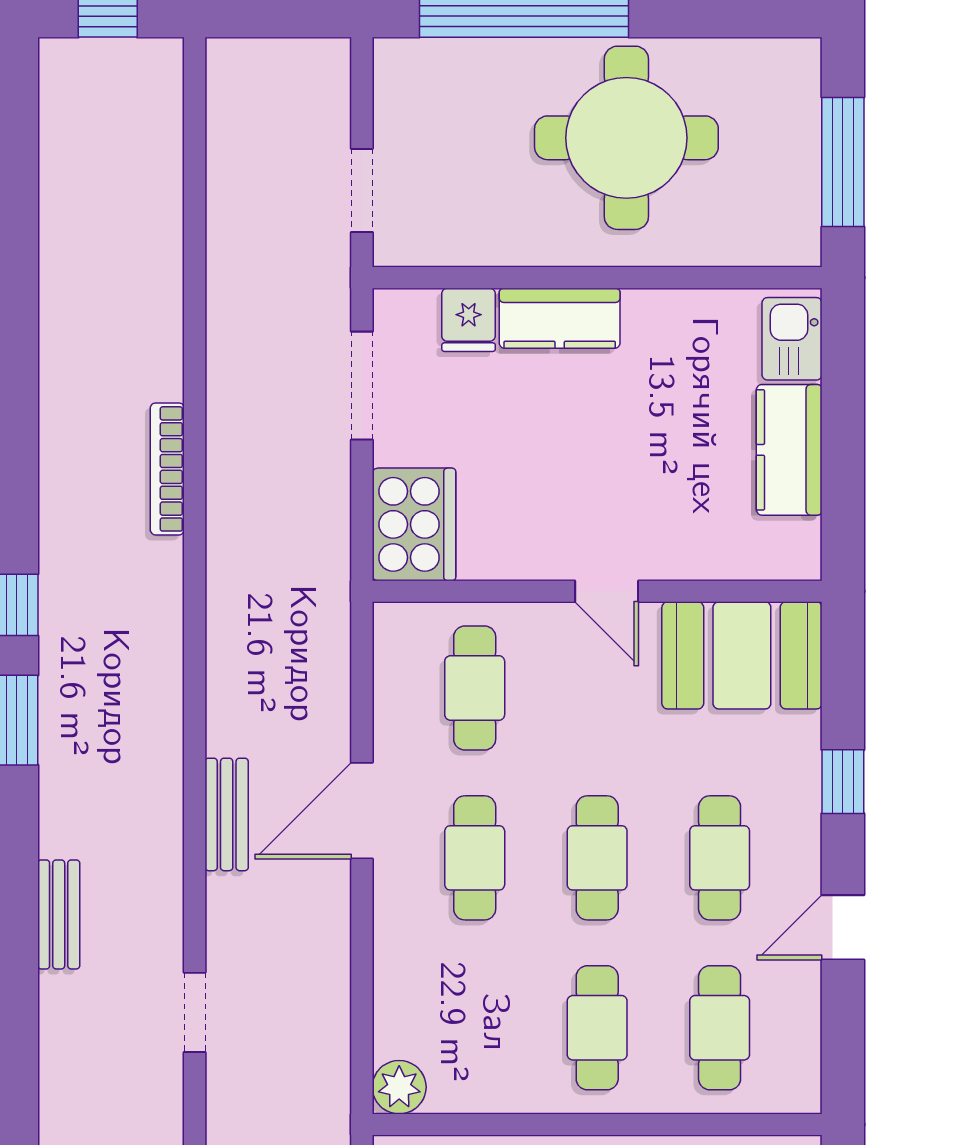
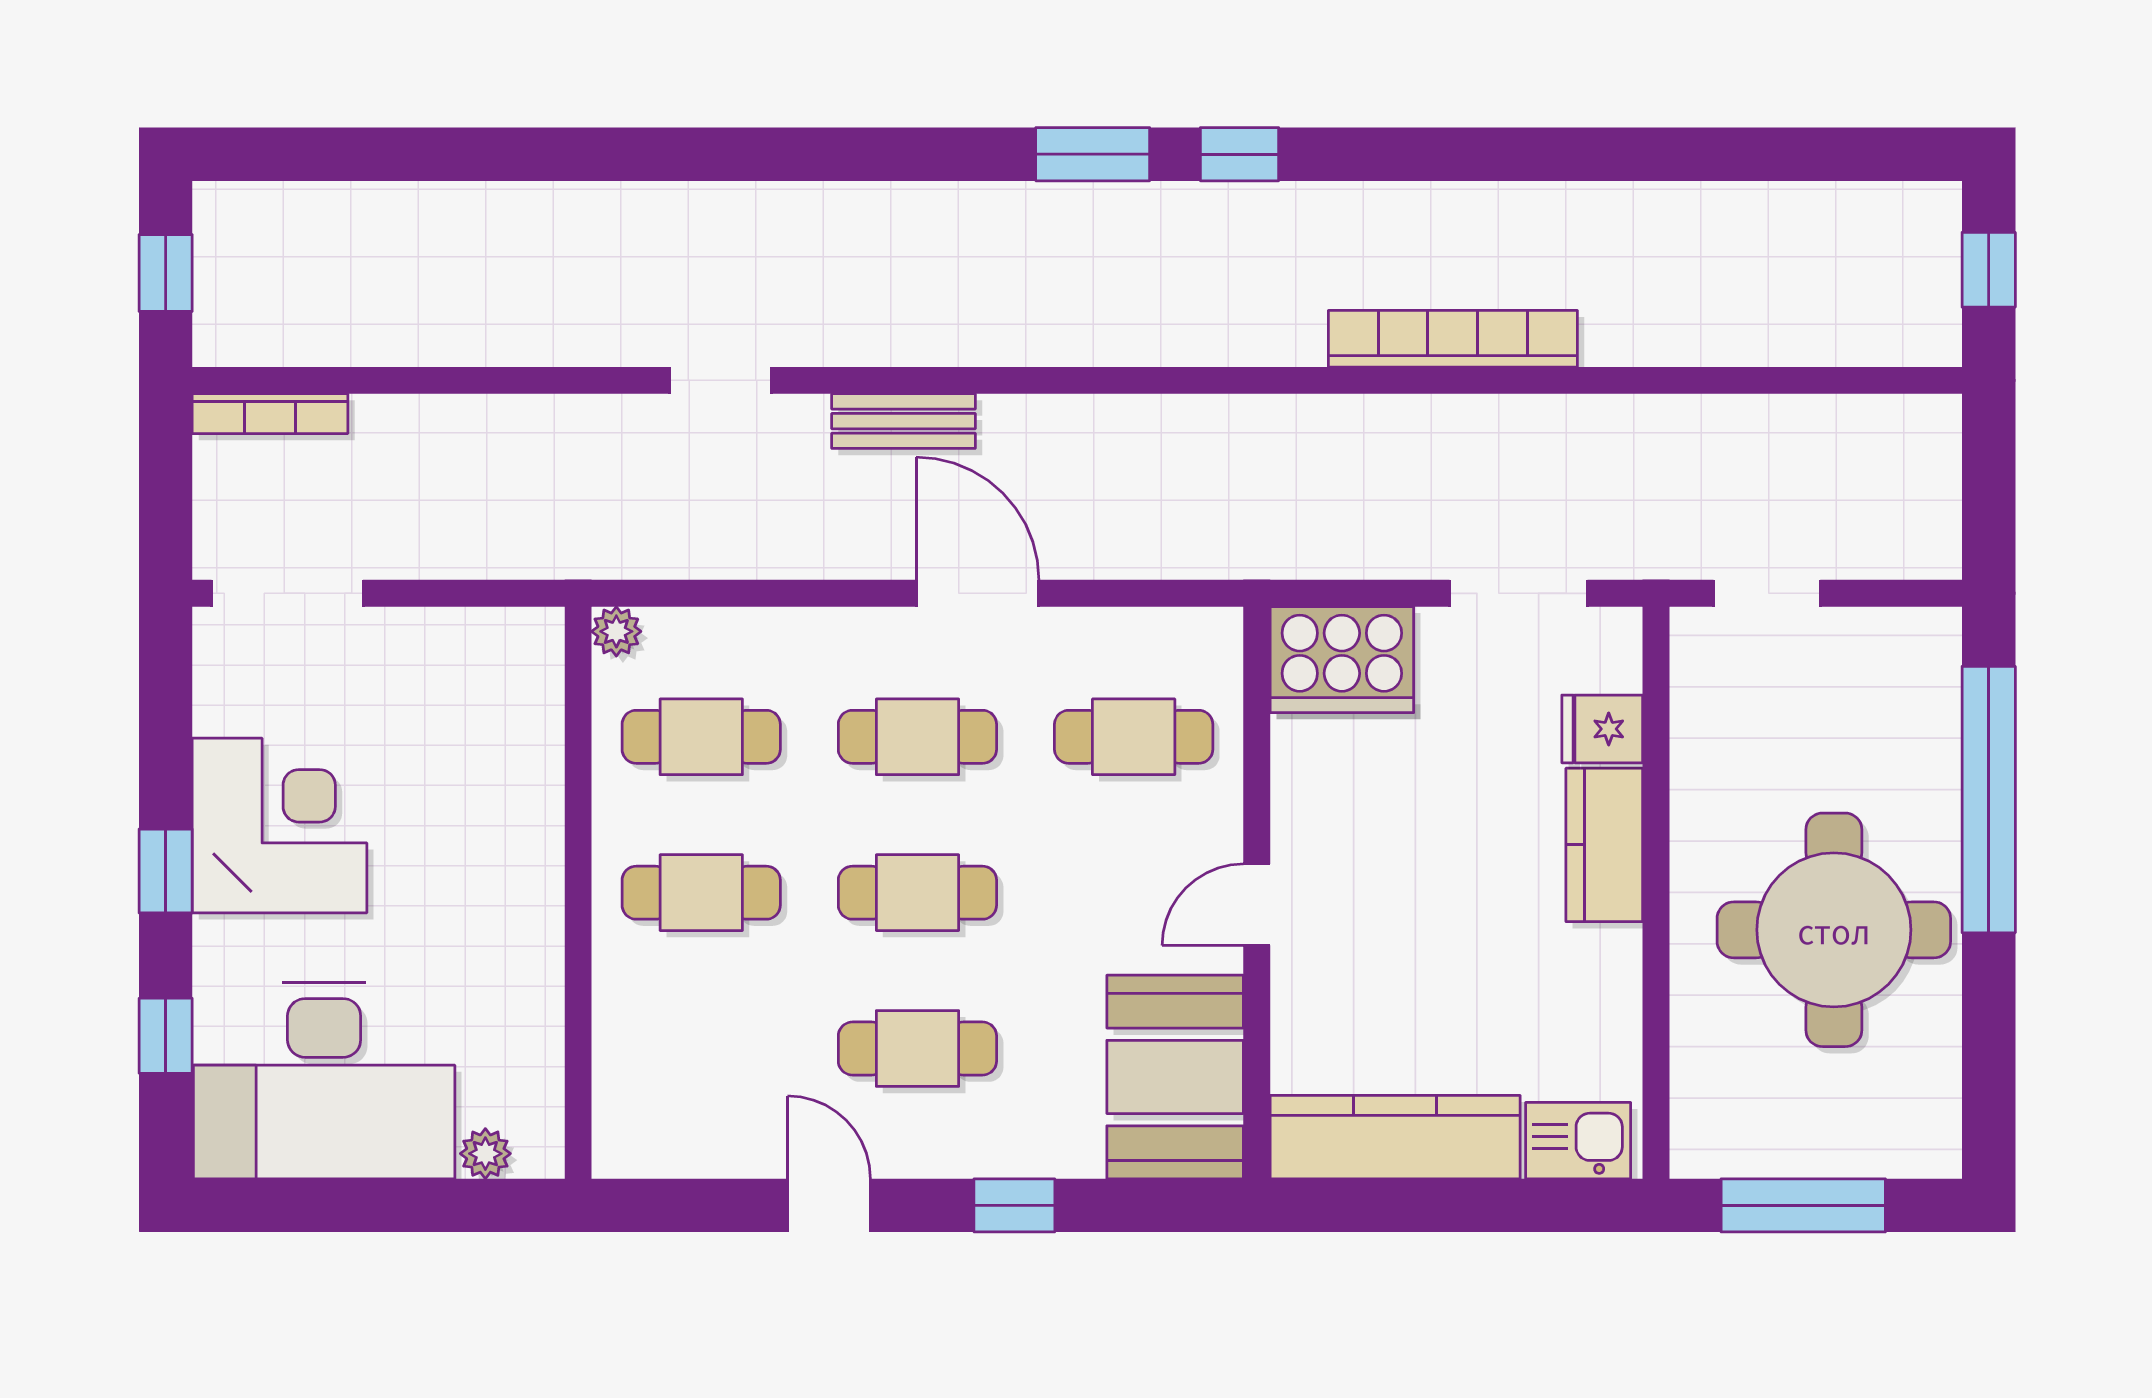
kitchen counter: (789, 450) -> (1395, 1137), width x1.50
bookcase: (167, 469) -> (1453, 339), width x1.48, depth x1.31
bench: (227, 814) -> (904, 421), moved
bench: (59, 914) -> (845, 207), removed
cafe table: (720, 1028) -> (701, 737), moved
plant: (399, 1087) -> (616, 631), width x0.73, depth x0.73

